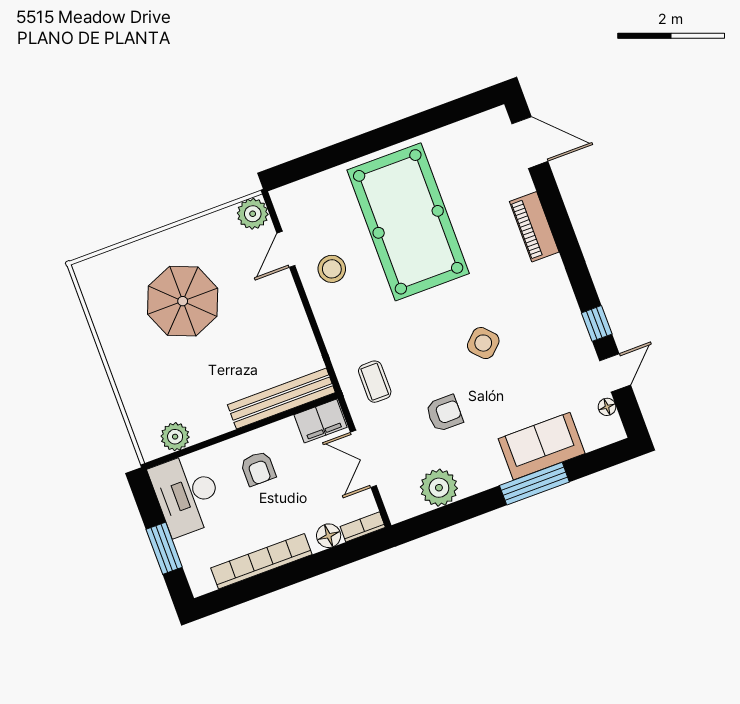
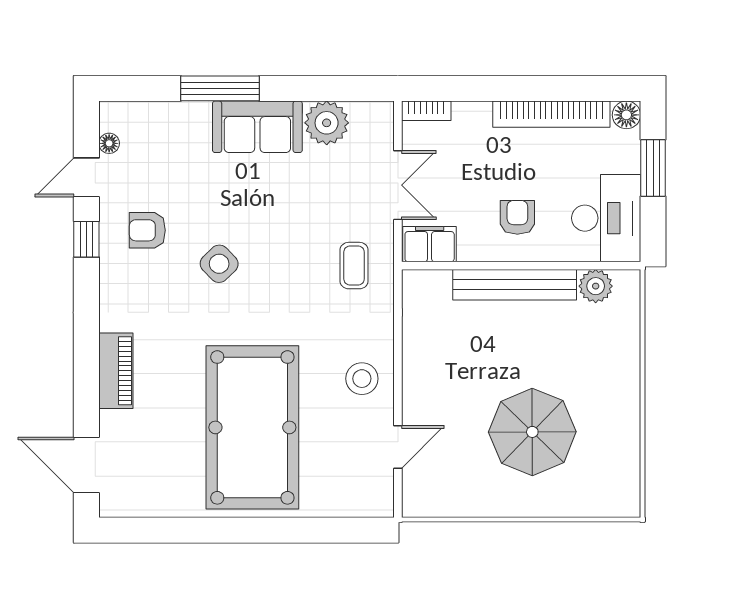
plant: (253, 214) -> (420, 499), removed
stool: (332, 269) -> (362, 379), moved
bench: (281, 399) -> (515, 285), moved
armchair: (444, 413) -> (147, 230), moved
sofa: (542, 446) -> (257, 127), moved
floor lamp: (329, 536) -> (626, 115), moved

